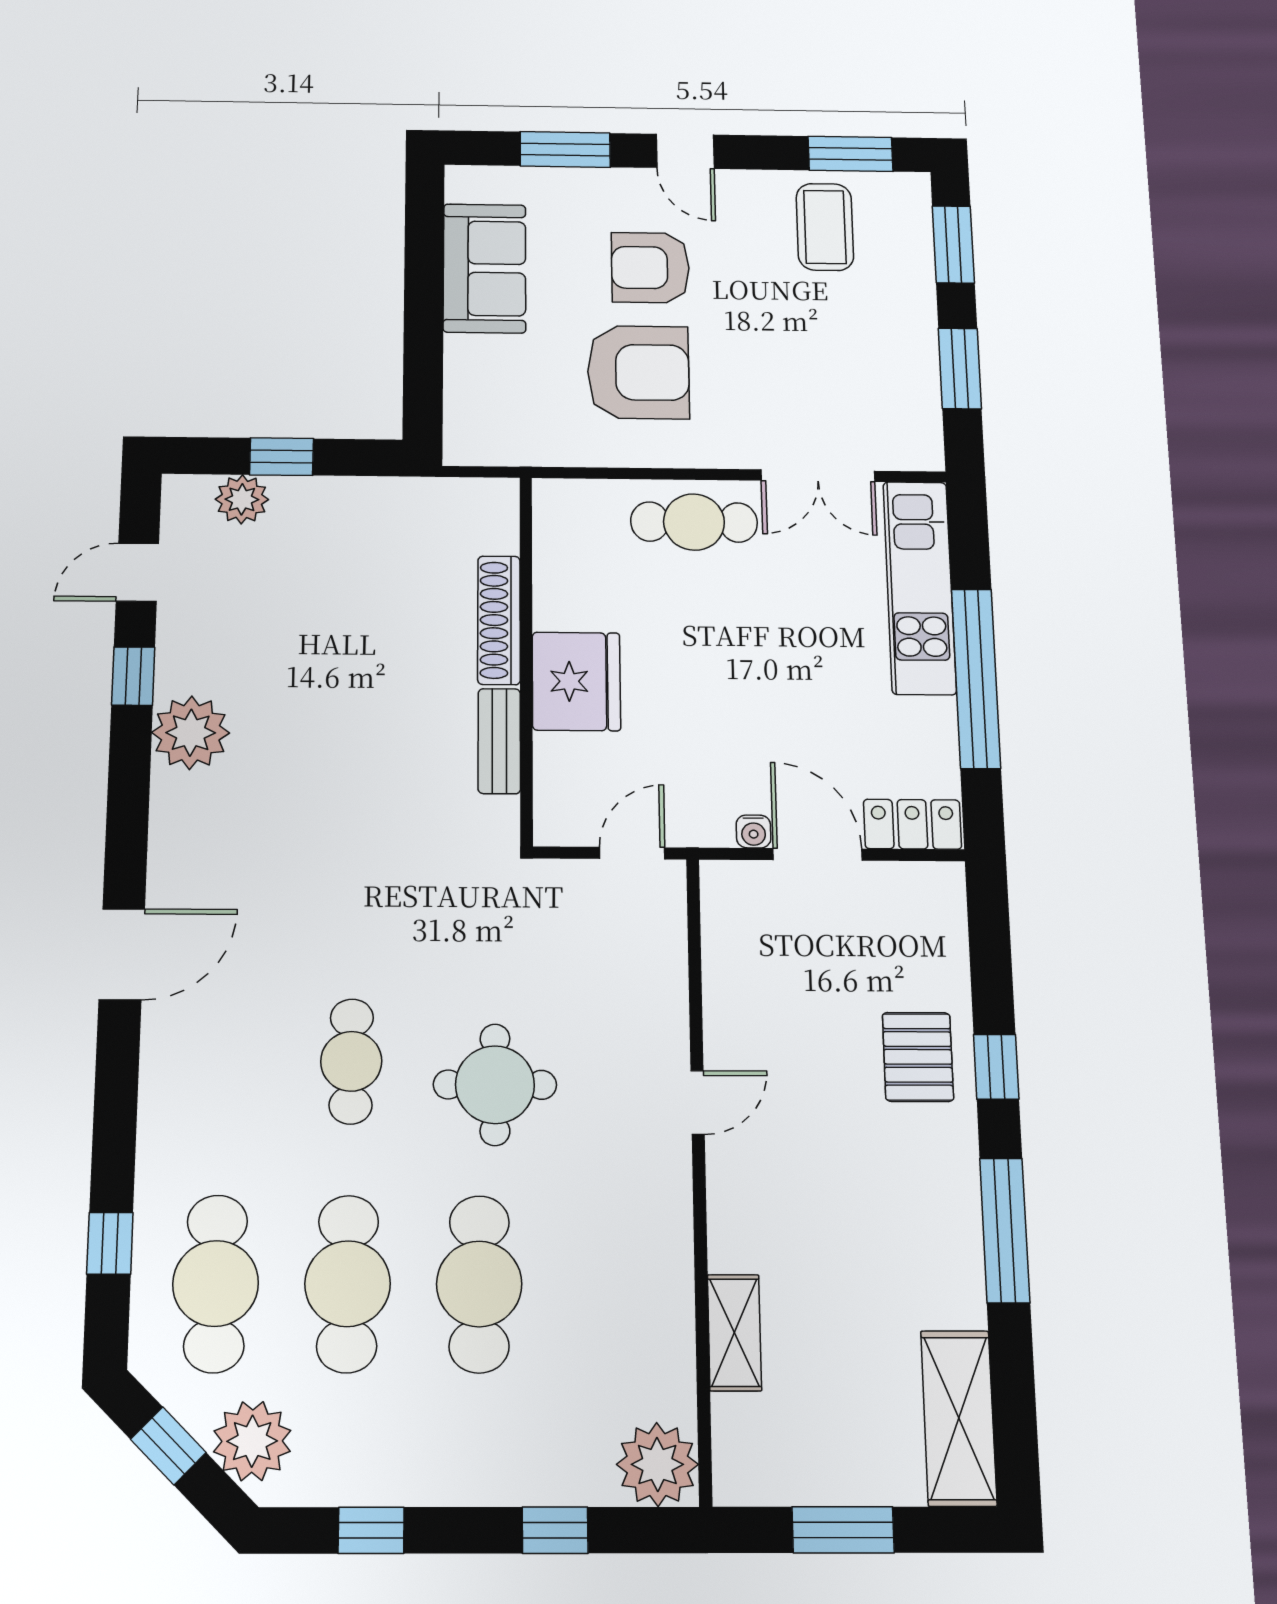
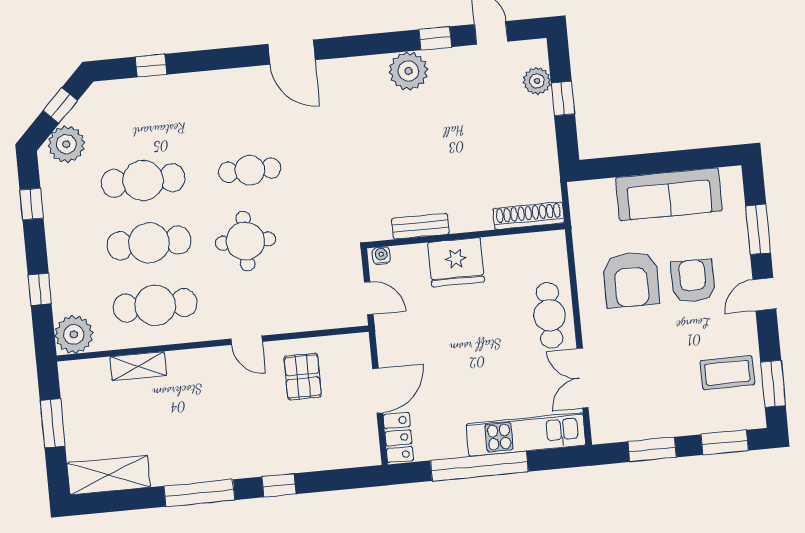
sofa: (485, 268) -> (669, 194), width x1.36
shoe rack: (499, 620) -> (529, 216), moved
water cooler: (754, 831) -> (381, 256), moved, turned 90
pallet: (918, 1057) -> (303, 376), moved, turned 90
cafe table: (216, 1283) -> (155, 305), moved

